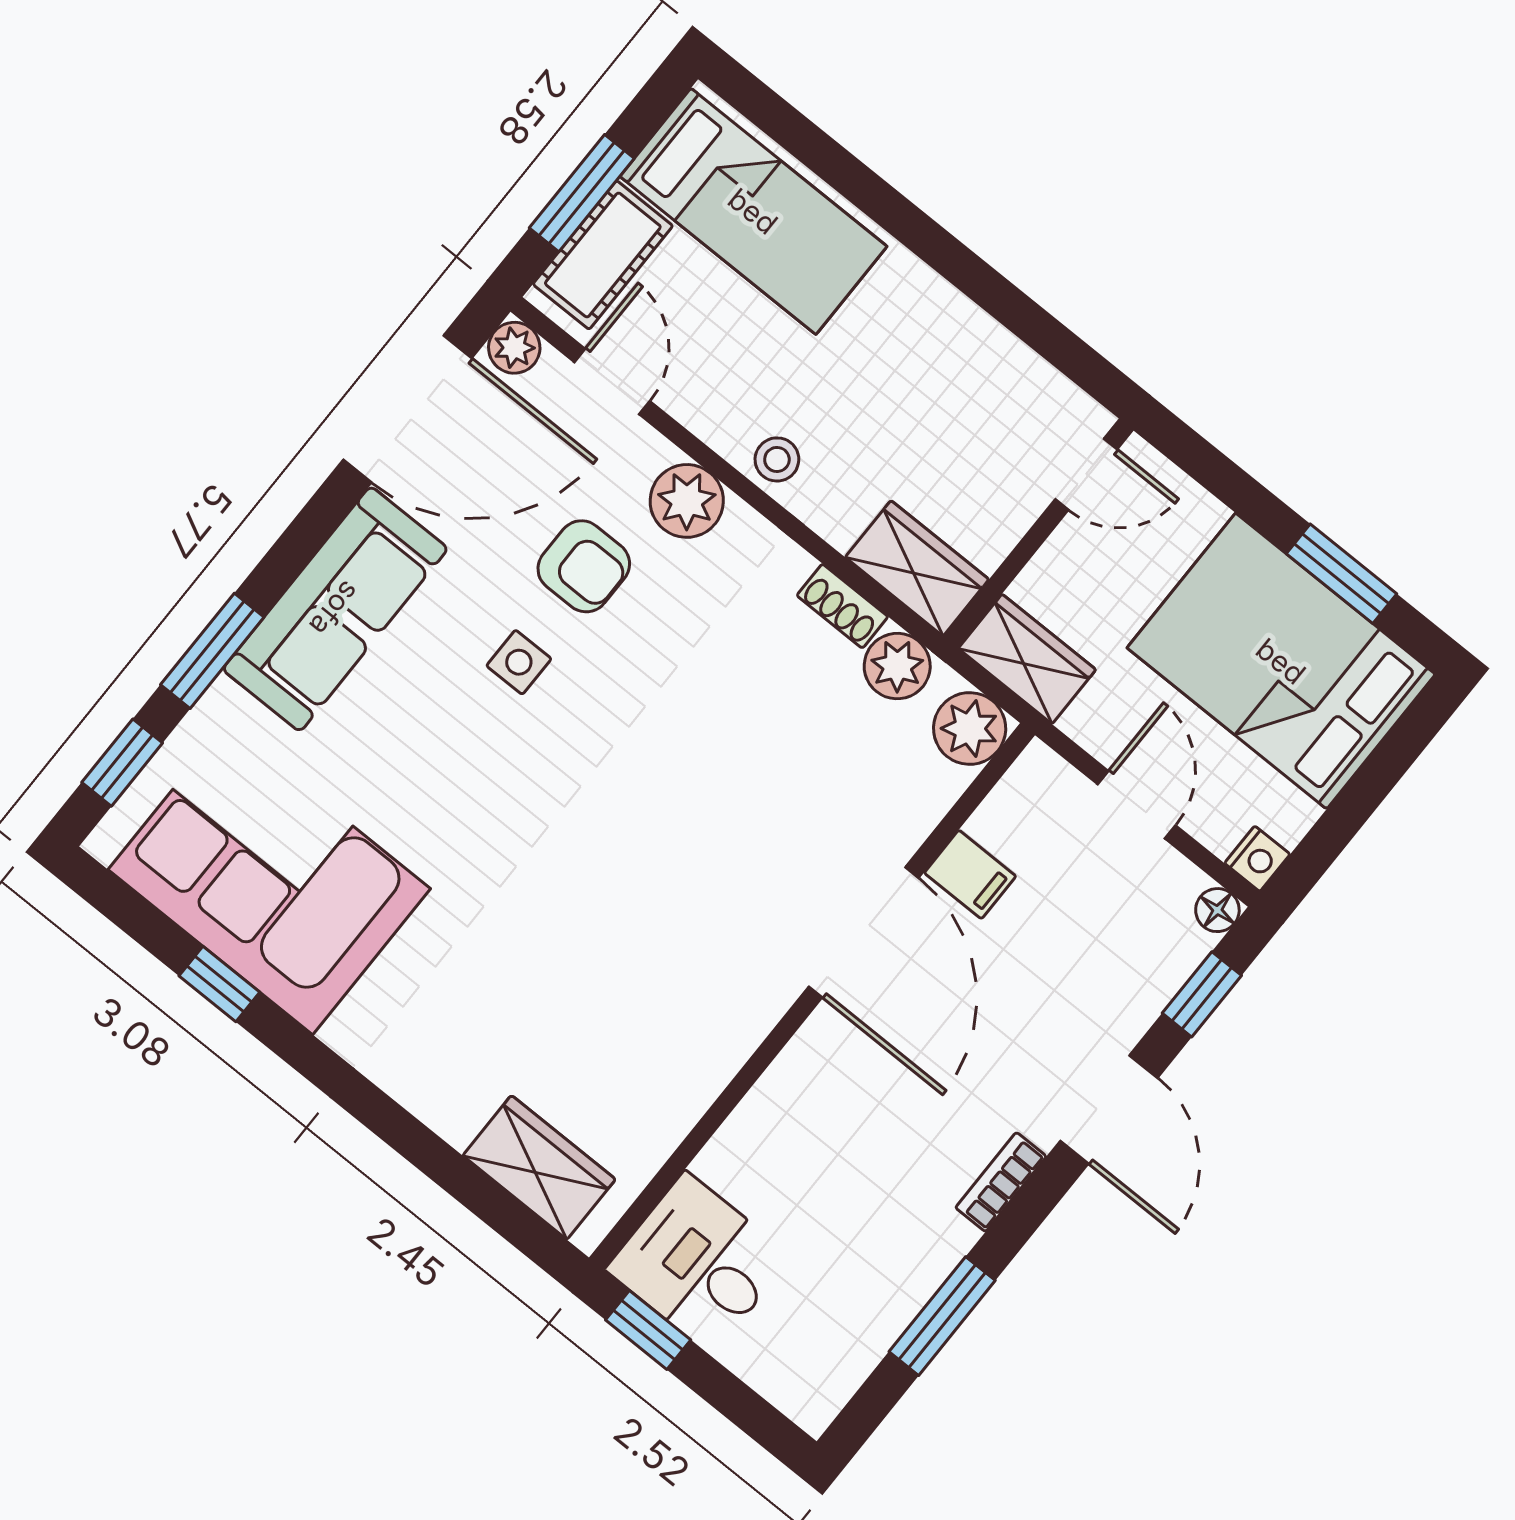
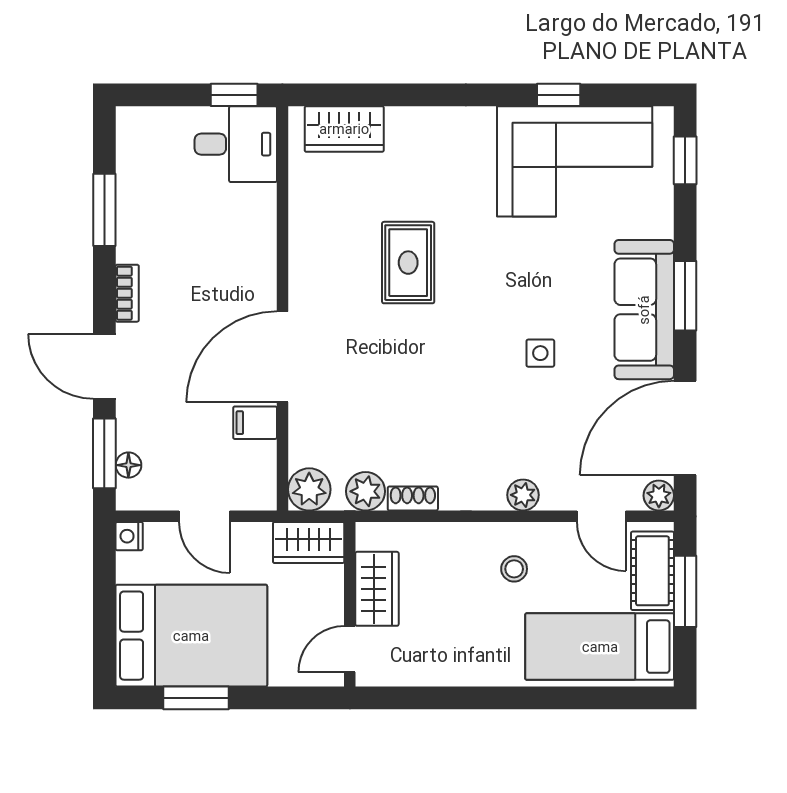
stool: (777, 459) -> (514, 569), moved
plant: (687, 501) -> (523, 495), width x0.73, depth x0.73
armchair: (584, 566) -> (546, 421), removed
wardrobe: (917, 568) -> (377, 589), moved, turned -90
window: (212, 651) -> (685, 296), moved
floor lamp: (1217, 910) -> (128, 465), moved
rug: (597, 923) -> (408, 263), added
door: (864, 932) -> (282, 357), hinge flipped
window: (1202, 994) -> (104, 453), width x1.50

